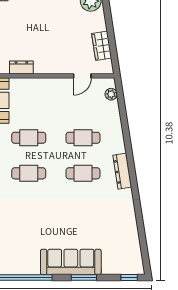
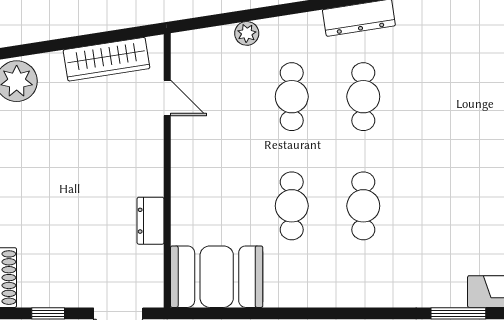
wardrobe: (102, 46) -> (107, 59), width x1.50
plant: (111, 94) -> (247, 33), moved

